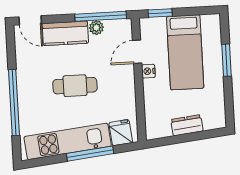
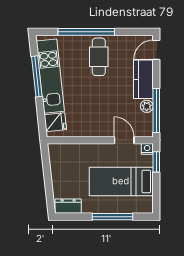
window: (227, 60) -> (112, 217), width x1.44
nightstand: (148, 71) -> (147, 149), moved
cafe table: (75, 86) -> (99, 57), moved
dresser: (187, 125) -> (68, 206), moved, turned -84
window: (90, 154) -> (37, 76), moved

